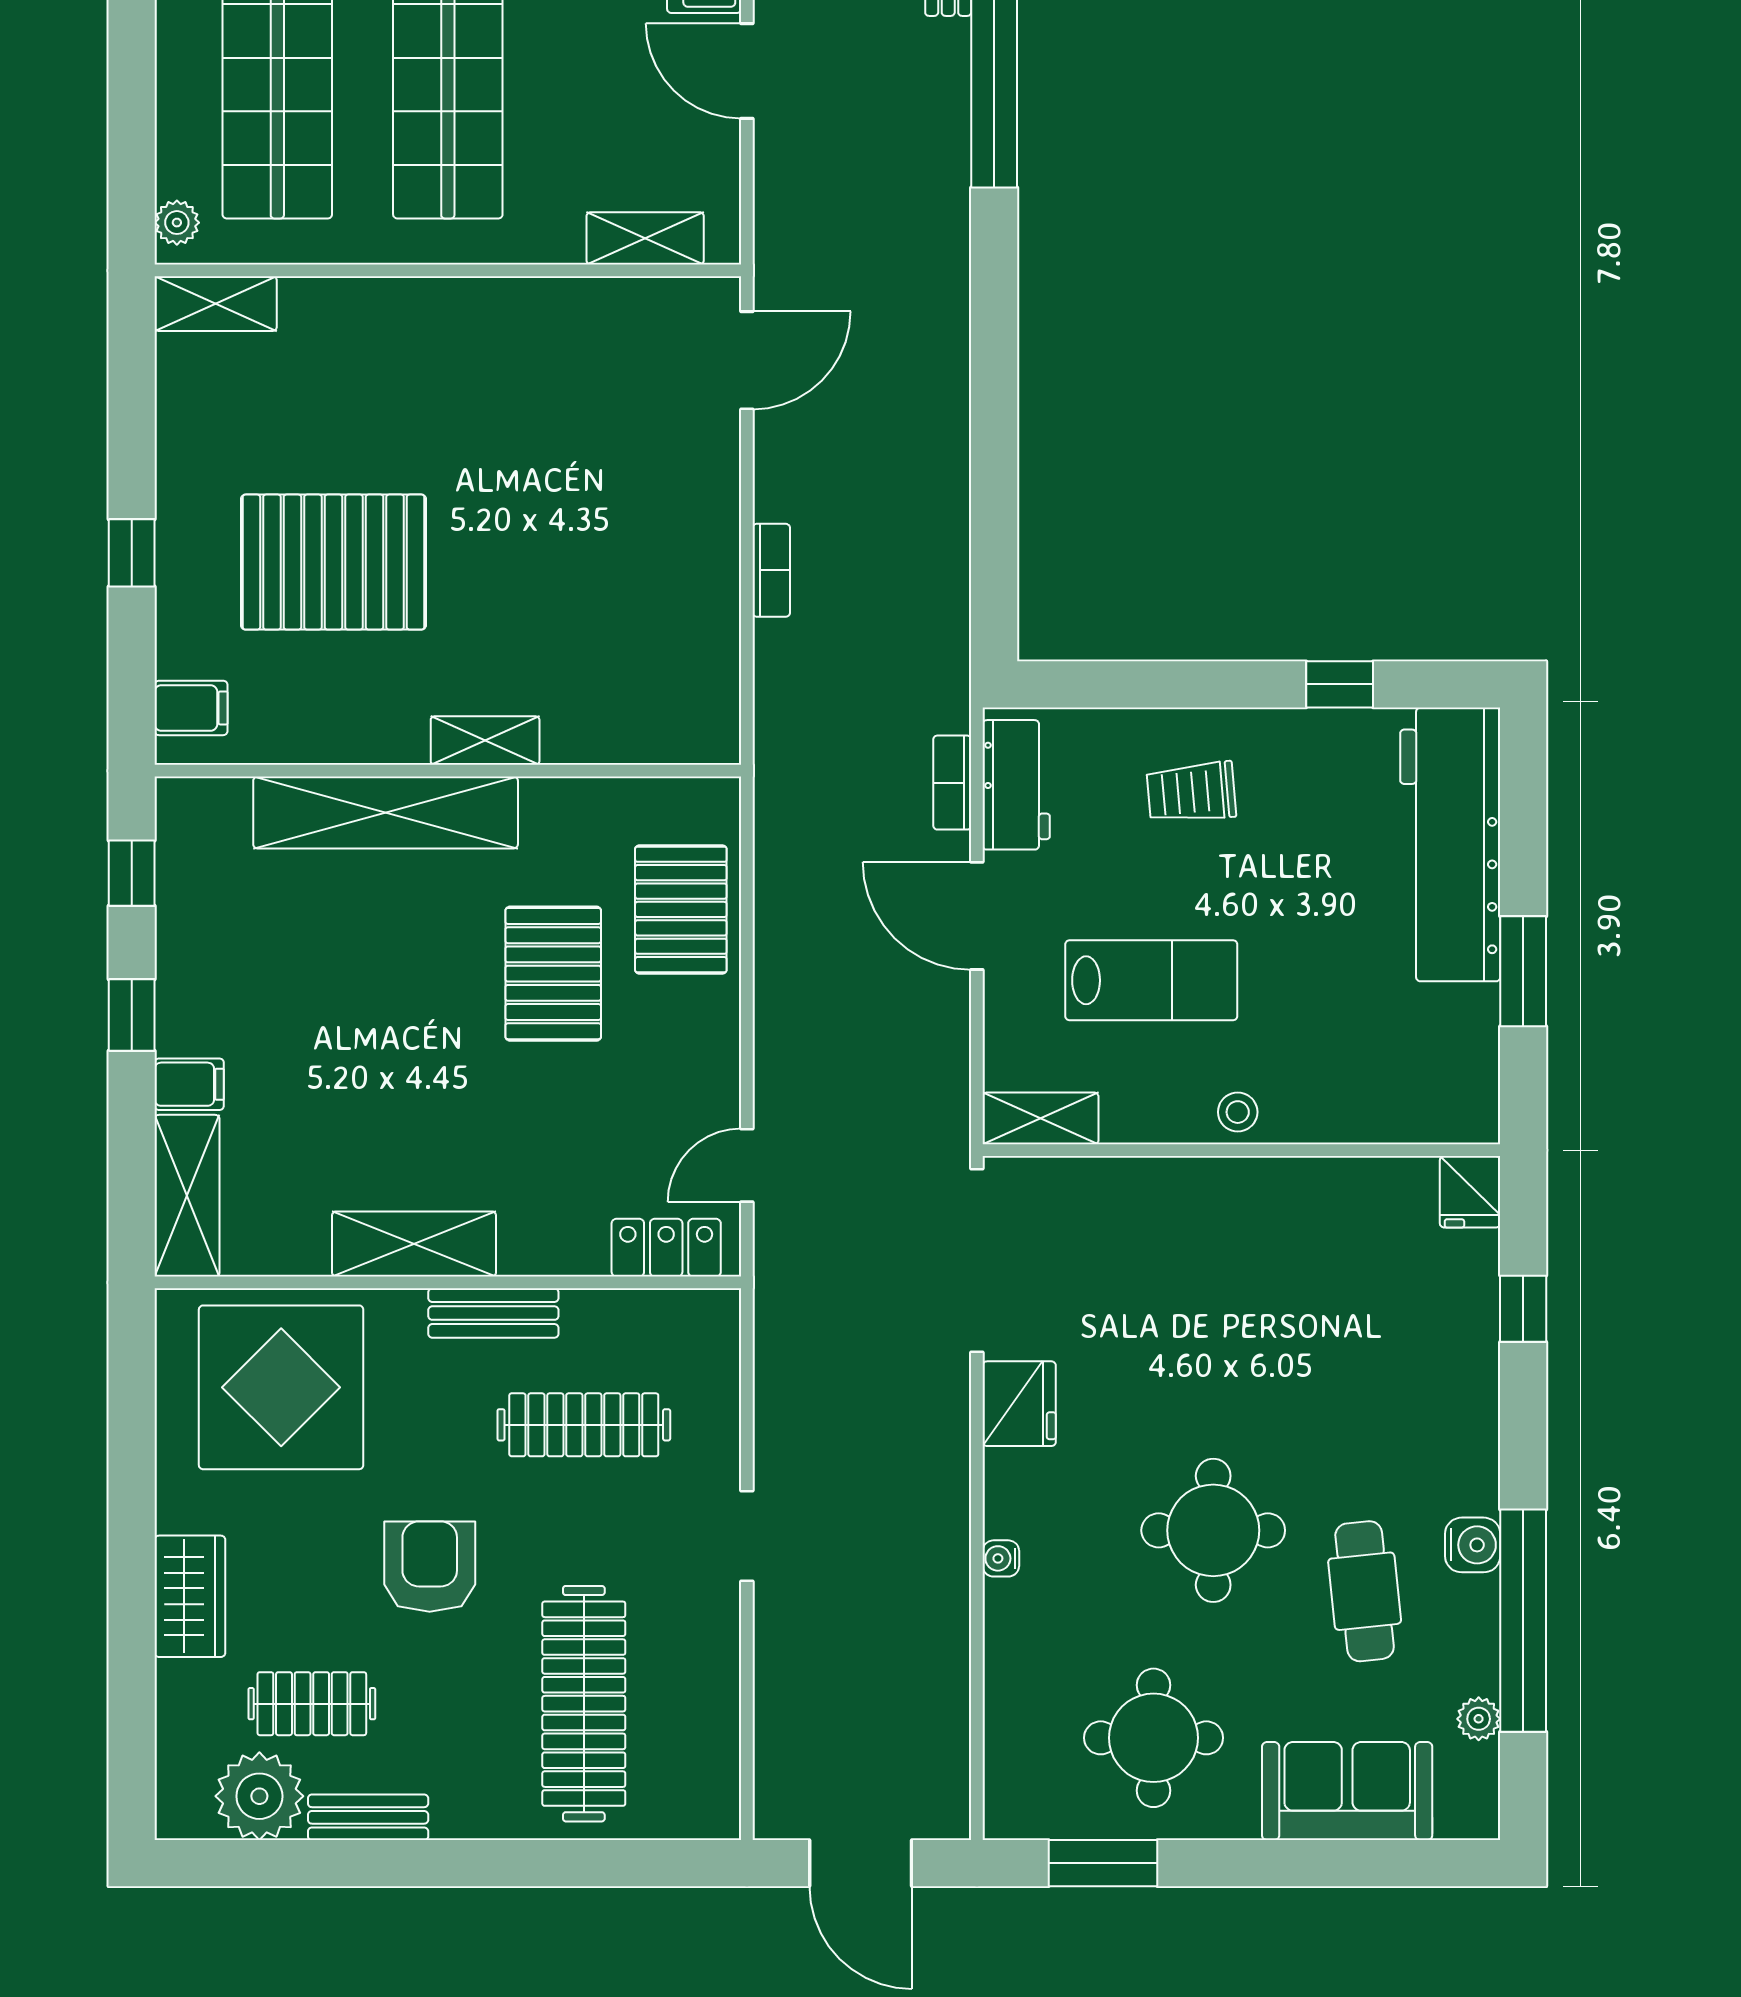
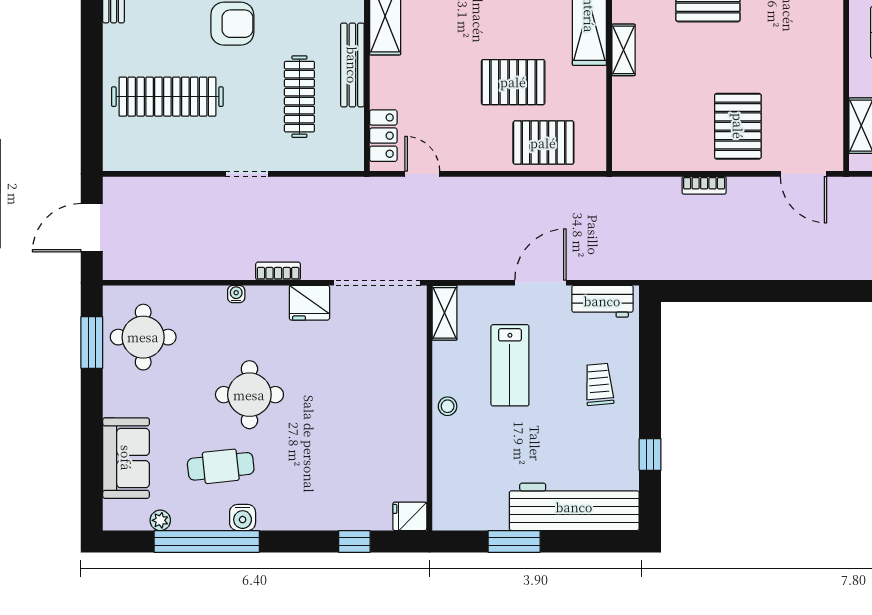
pallet: (646, 499) -> (738, 126), added
bookcase: (952, 783) -> (278, 271), moved
bench: (493, 1313) -> (352, 65), width x1.36
round table: (1154, 1738) -> (143, 337), moved

